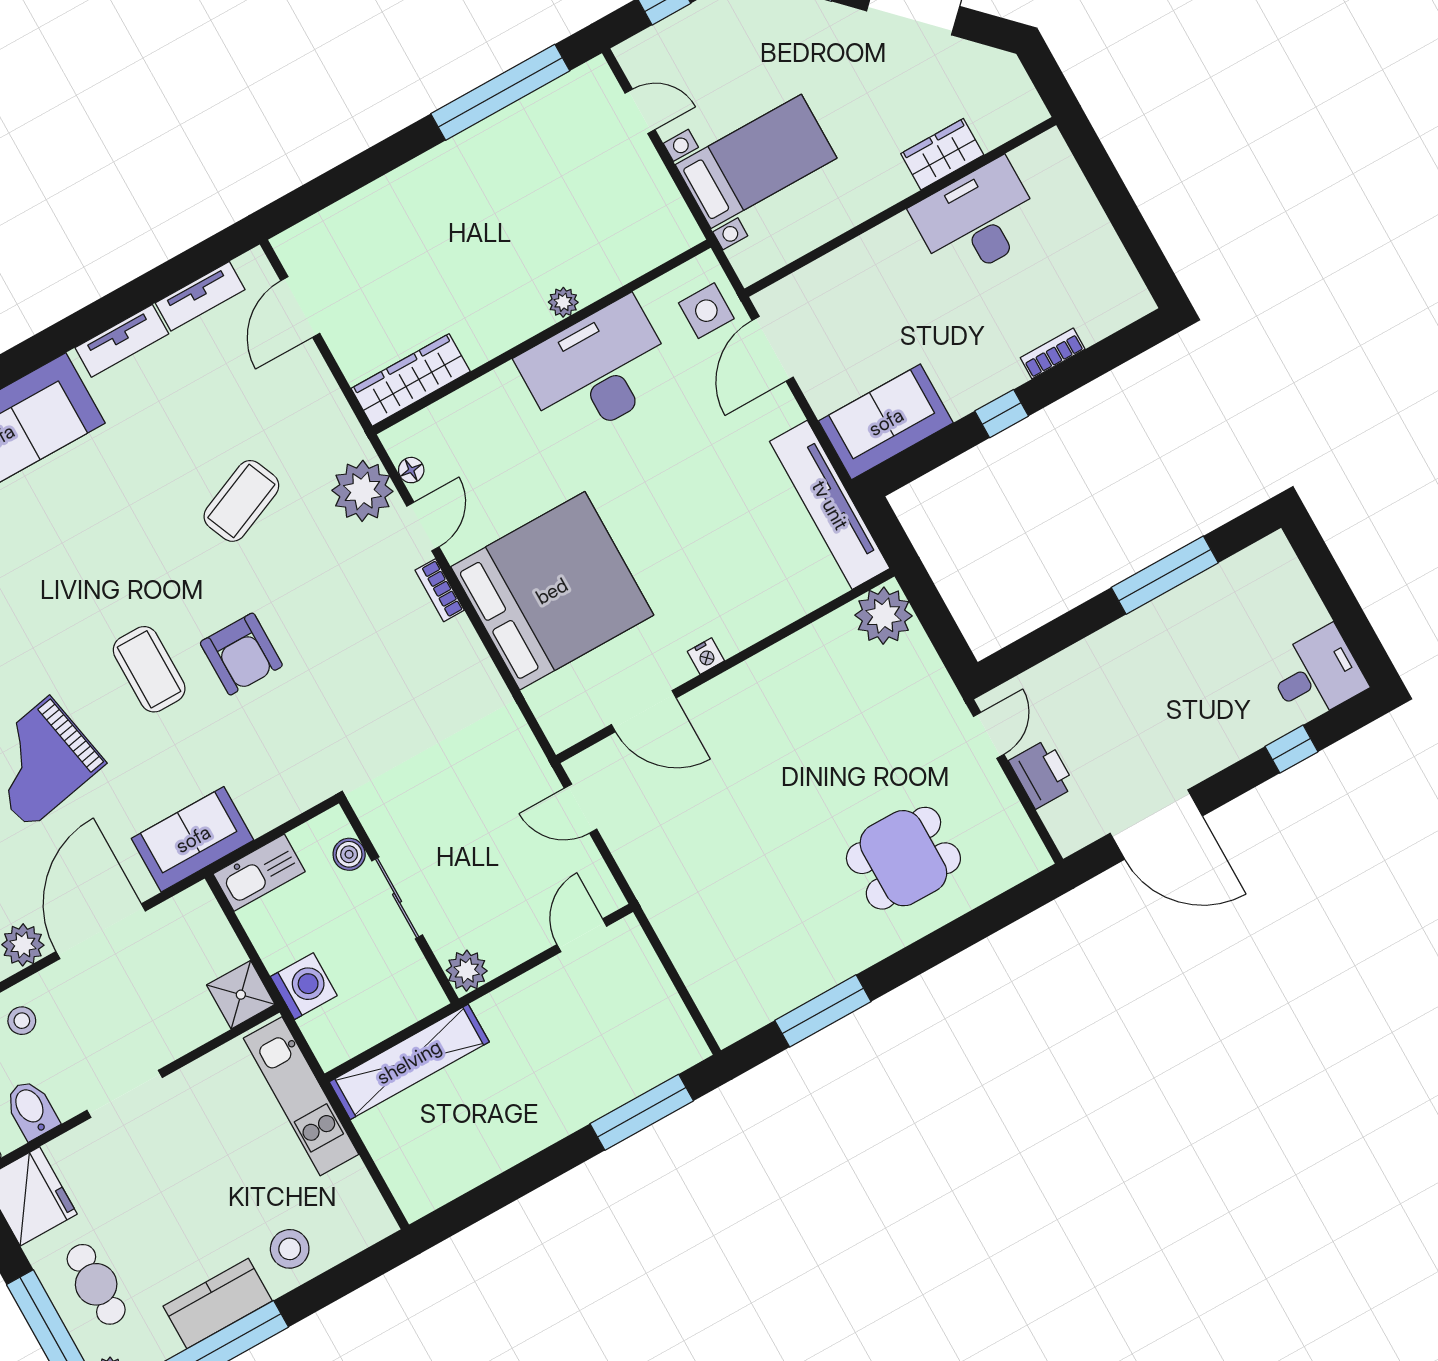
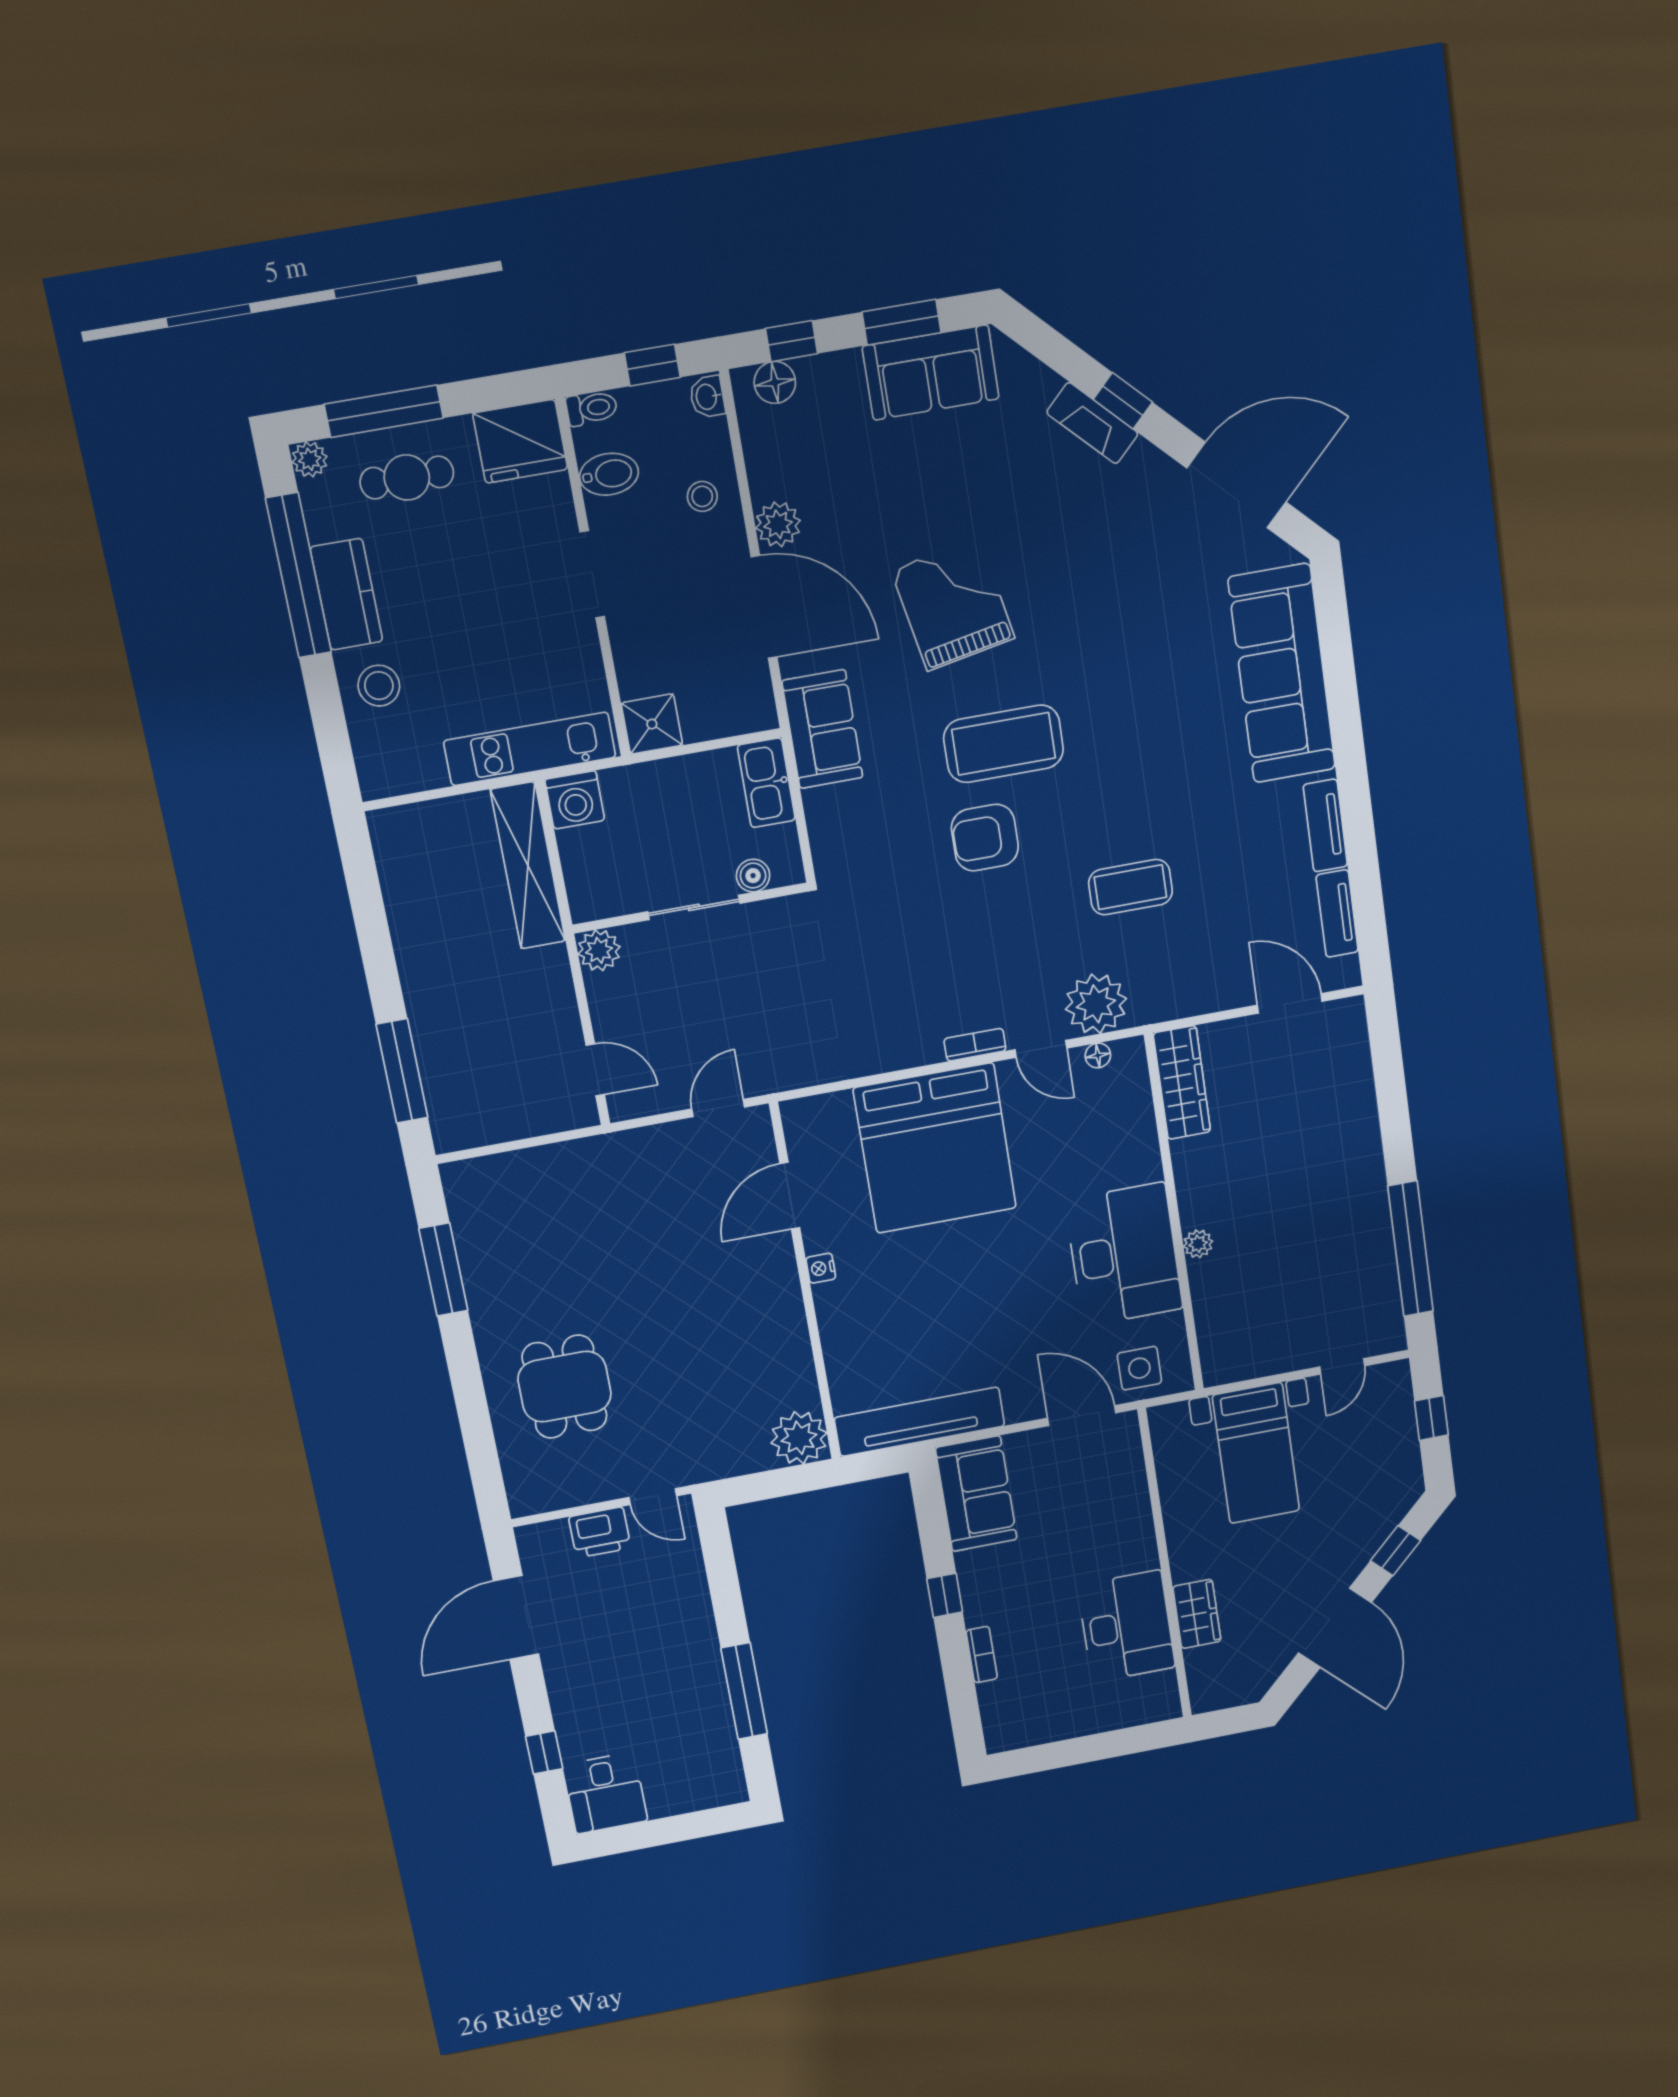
coffee table: (241, 501) -> (1131, 887), turned -67
coffee table: (149, 669) -> (1004, 744), width x1.36, depth x1.32
washing machine: (304, 986) -> (575, 800), moved

